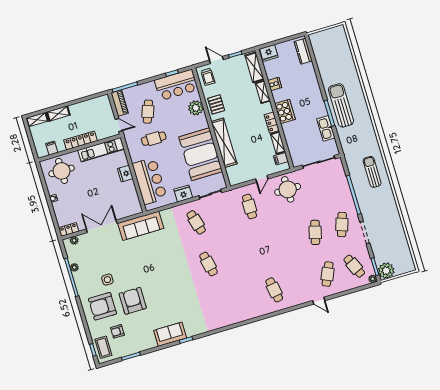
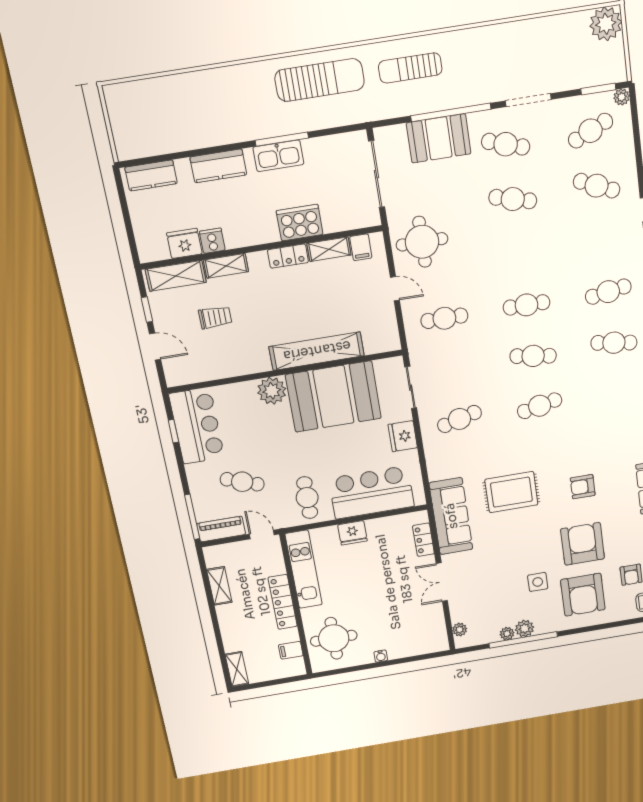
fridge: (269, 53) -> (184, 243), moved, turned -90
door: (216, 60) -> (155, 346), swing flipped
trolley: (208, 77) -> (215, 317), moved
kitchen counter: (312, 84) -> (218, 166), added
pallet: (216, 104) -> (241, 357), removed
sun lounger: (341, 105) -> (320, 80), moved, turned 180
plant: (196, 108) -> (272, 391), moved
cooker: (285, 112) -> (300, 223), moved
shelving: (58, 114) -> (219, 586), moved
door: (119, 125) -> (262, 535), hinge flipped
kitchen sink: (326, 128) -> (278, 156), moved
cafe table: (154, 139) -> (307, 498), moved
booth: (340, 191) -> (439, 138), added
double door: (102, 226) -> (442, 582), width x0.73
locker: (69, 230) -> (423, 540), moved
cafe table: (262, 248) -> (527, 305), added
cafe table: (235, 256) -> (533, 356), added
rug: (158, 257) -> (511, 492), added
plant: (386, 271) -> (606, 24), moved
plant: (79, 277) -> (525, 628), added
armchair: (166, 295) -> (583, 487), added
cafe table: (248, 298) -> (614, 343), added
armchair: (133, 301) -> (583, 544), turned 90

